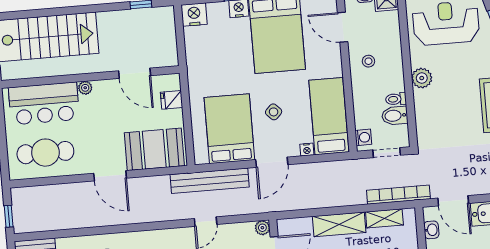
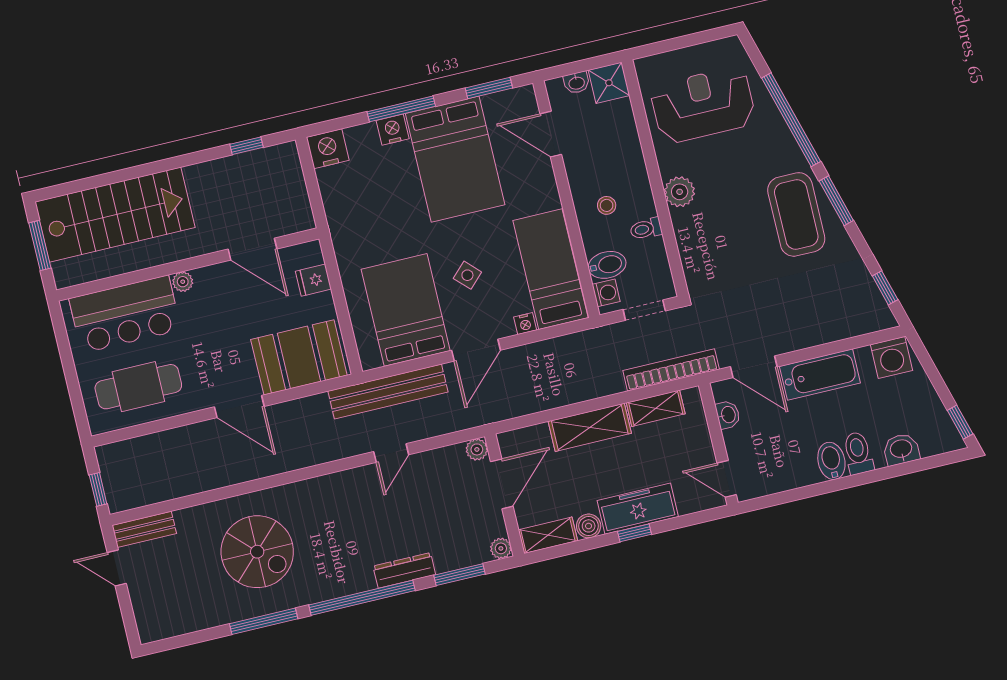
stool: (368, 61) -> (607, 205), moved
bidet: (395, 116) -> (607, 265), moved, turned 180

